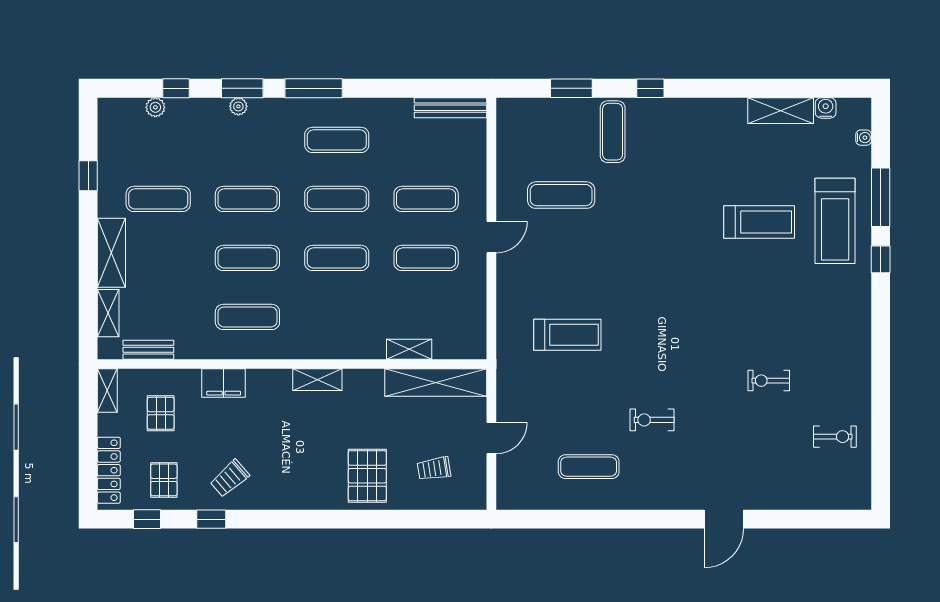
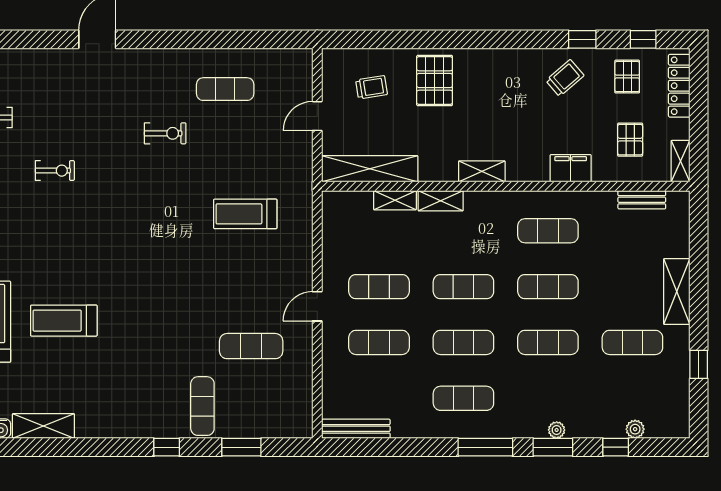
shelving: (108, 313) -> (441, 201), moved, turned 90

